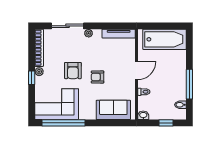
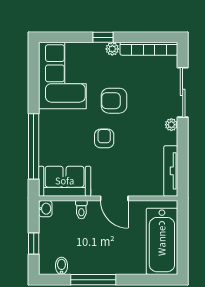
sofa: (113, 110) -> (65, 181), moved, turned -90
window: (64, 123) -> (34, 146), moved

